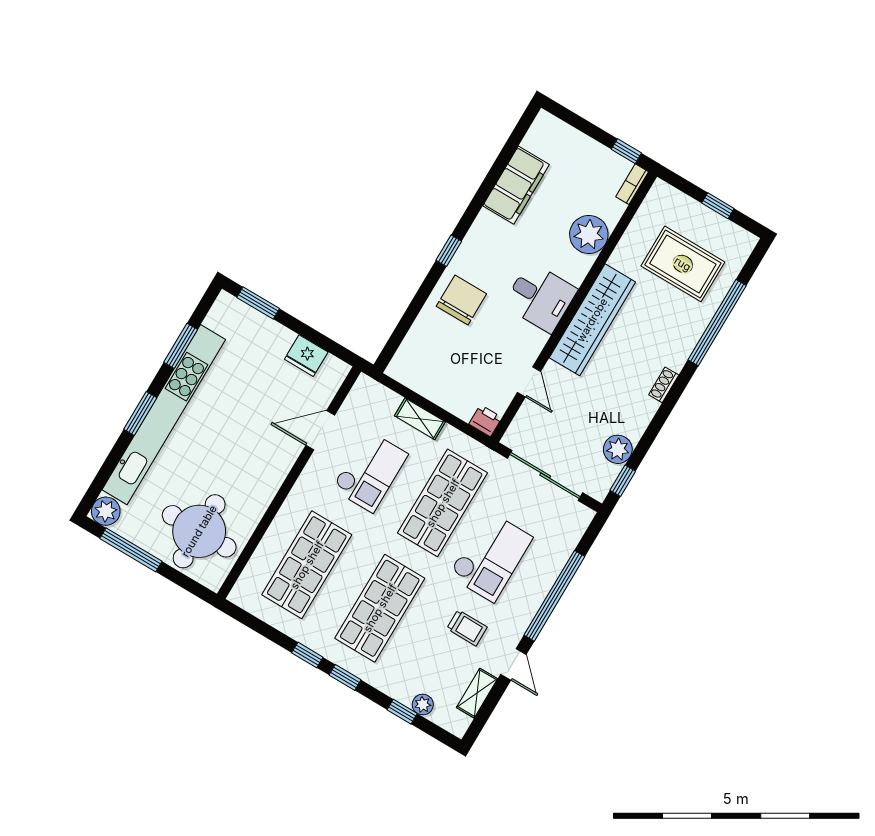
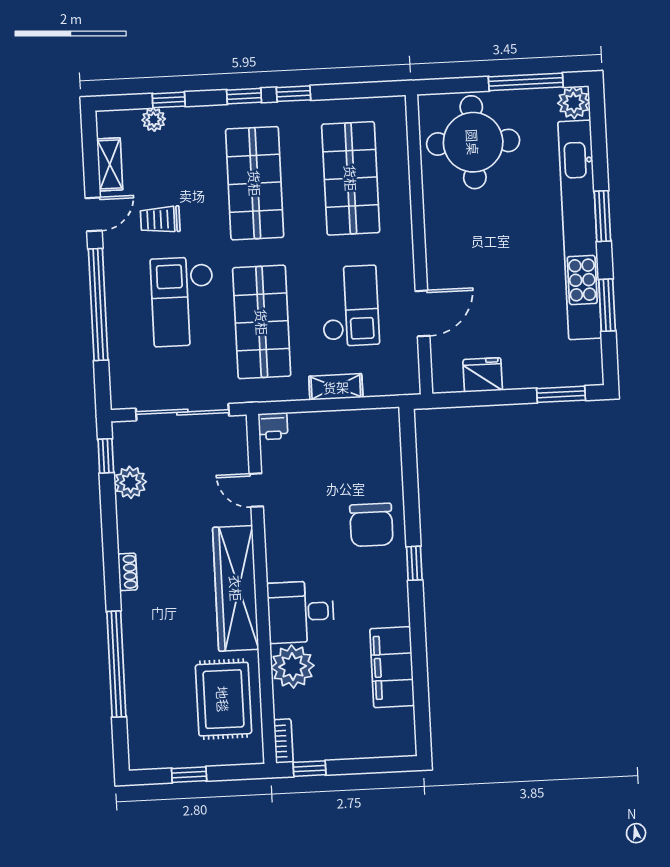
rug: (683, 264) -> (223, 699), moved, turned 90
desk: (540, 297) -> (301, 612), moved
checkout: (370, 471) -> (350, 306), turned 180
door: (513, 664) -> (94, 214), swing flipped

